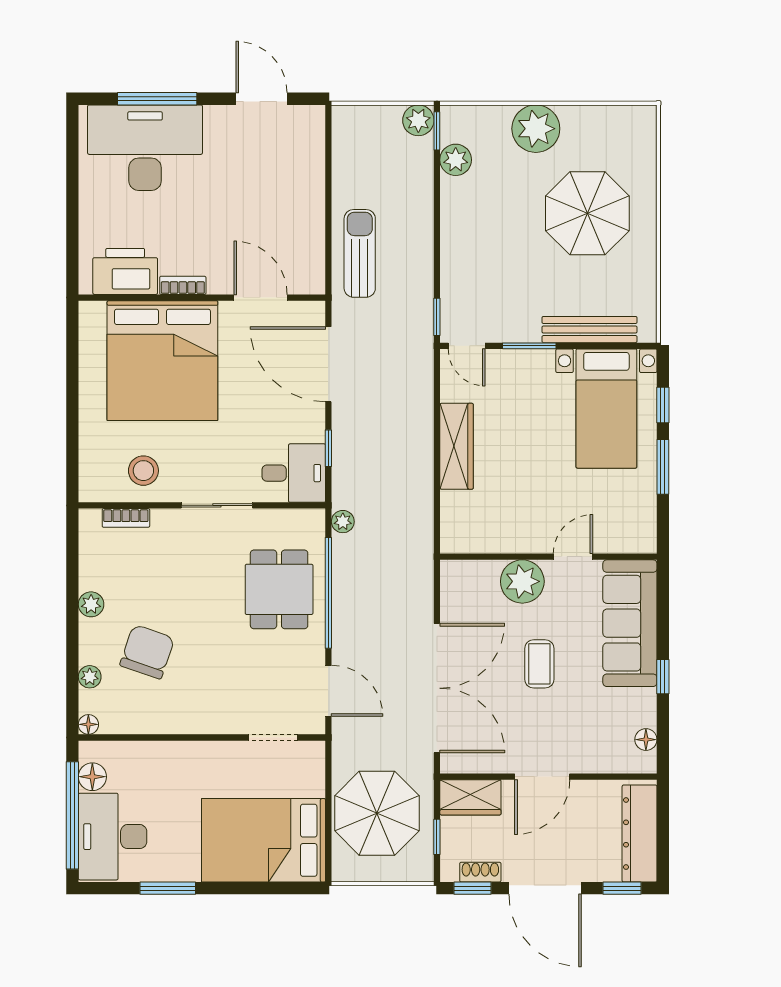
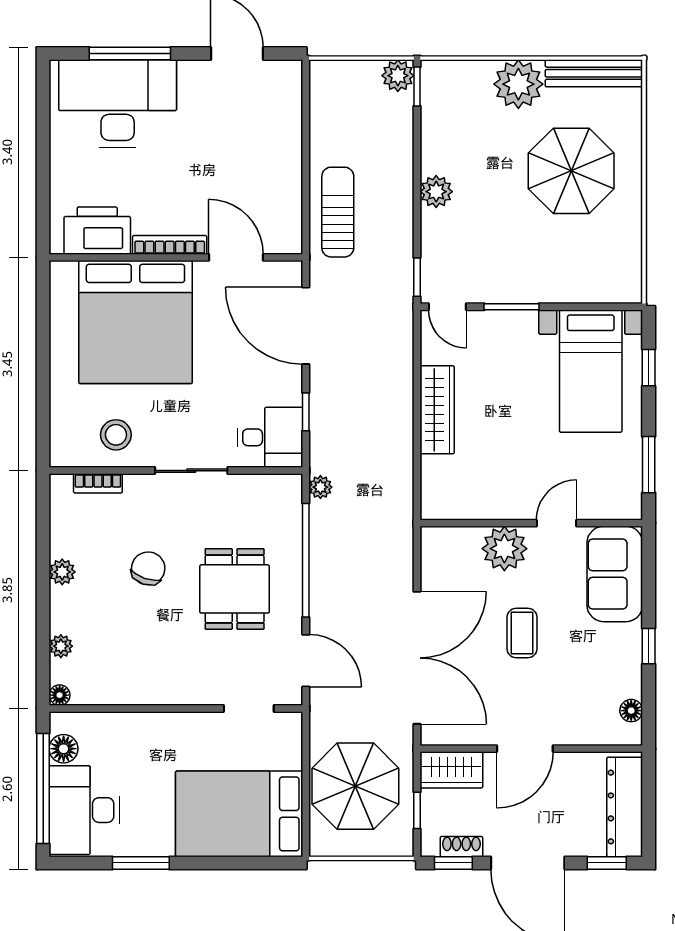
plant: (456, 160) -> (436, 192), moved
bookcase: (183, 285) -> (170, 245), width x1.56
bench: (590, 330) -> (594, 73), moved
window: (663, 467) -> (649, 465), moved
dining table: (279, 589) -> (235, 589), moved
sofa: (630, 623) -> (615, 574), width x0.73
chair: (147, 652) -> (148, 568), moved, width x0.73, depth x0.73

